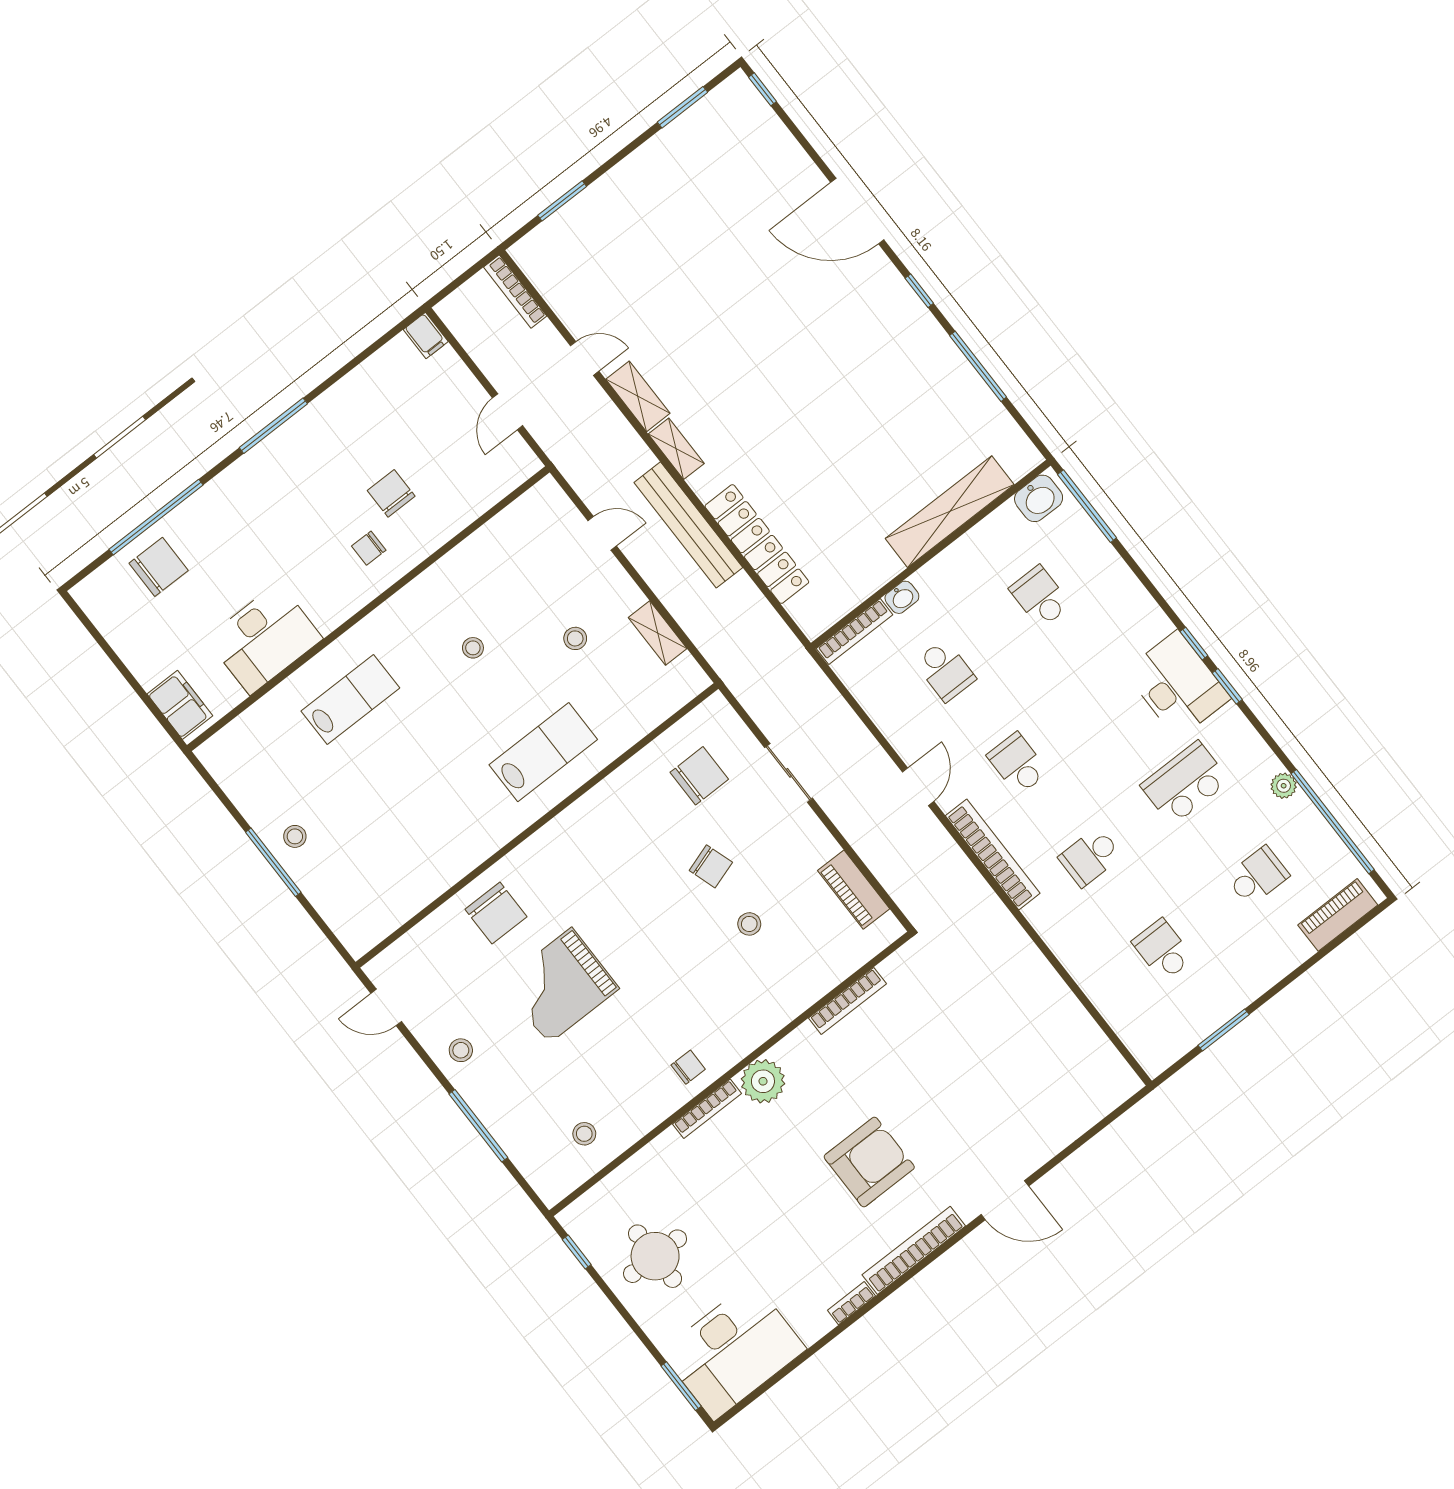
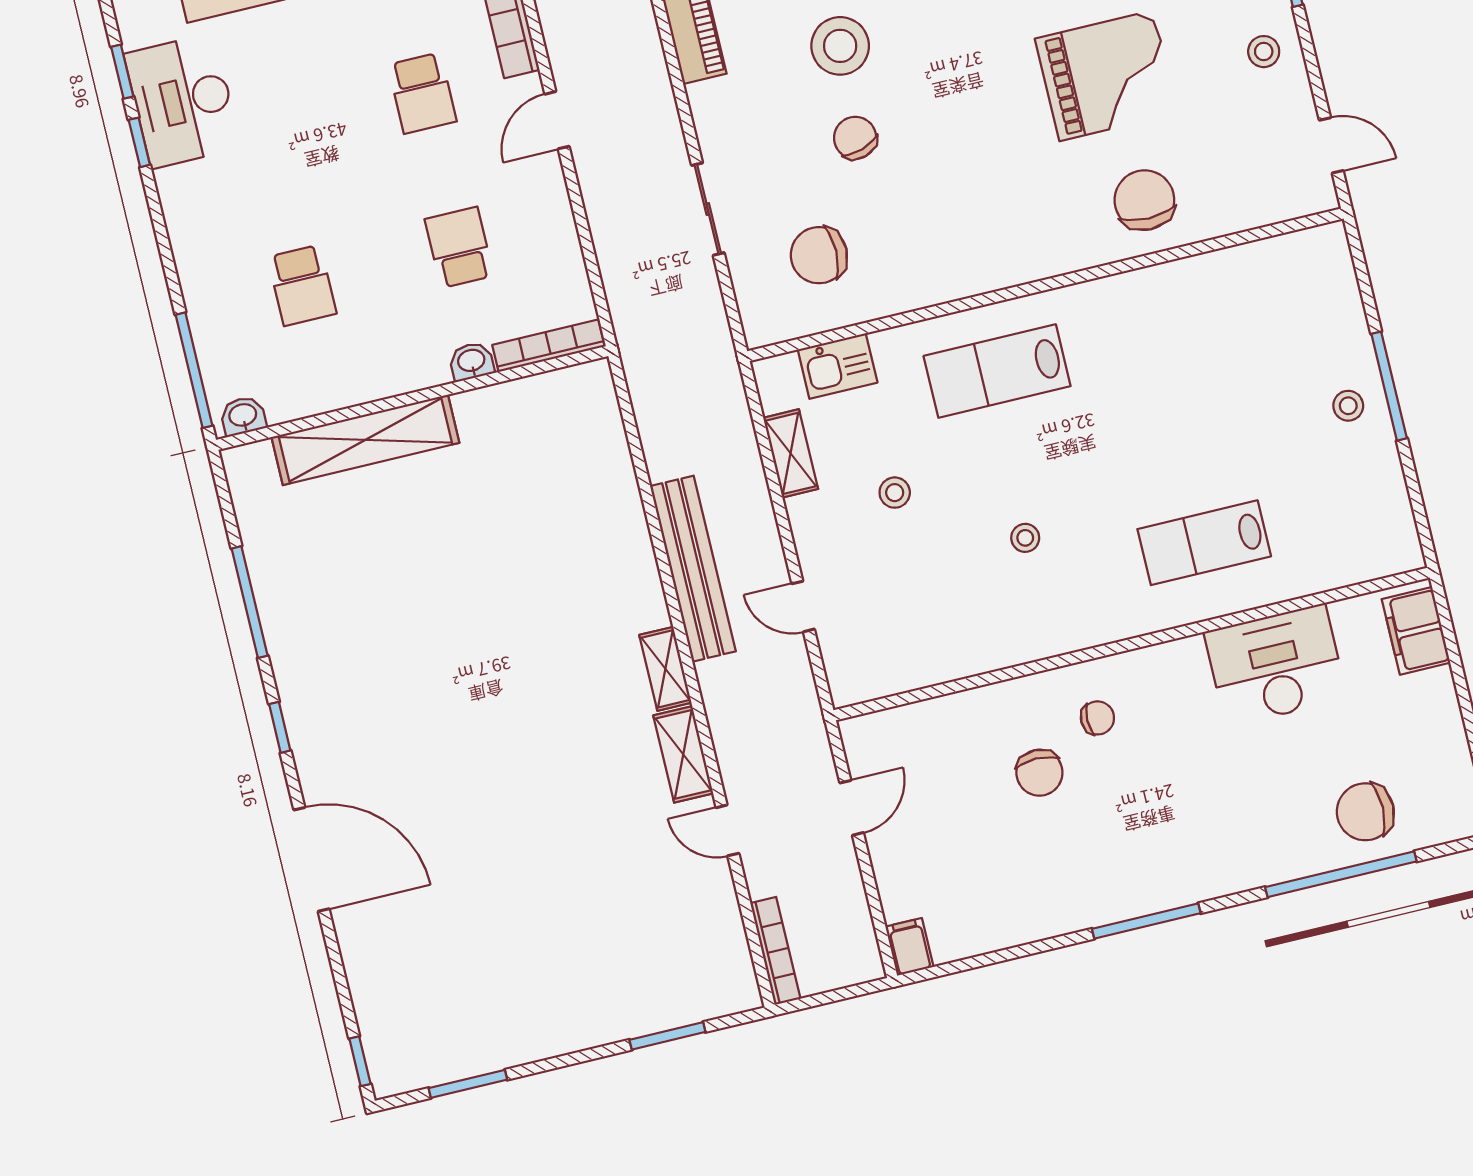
washbasin: (1039, 498) -> (243, 416), width x0.72, depth x0.69
locker: (757, 544) -> (620, 507), removed
kitchen sink: (653, 707) -> (838, 366), added
stool: (749, 924) -> (840, 46), width x1.89, depth x1.89

